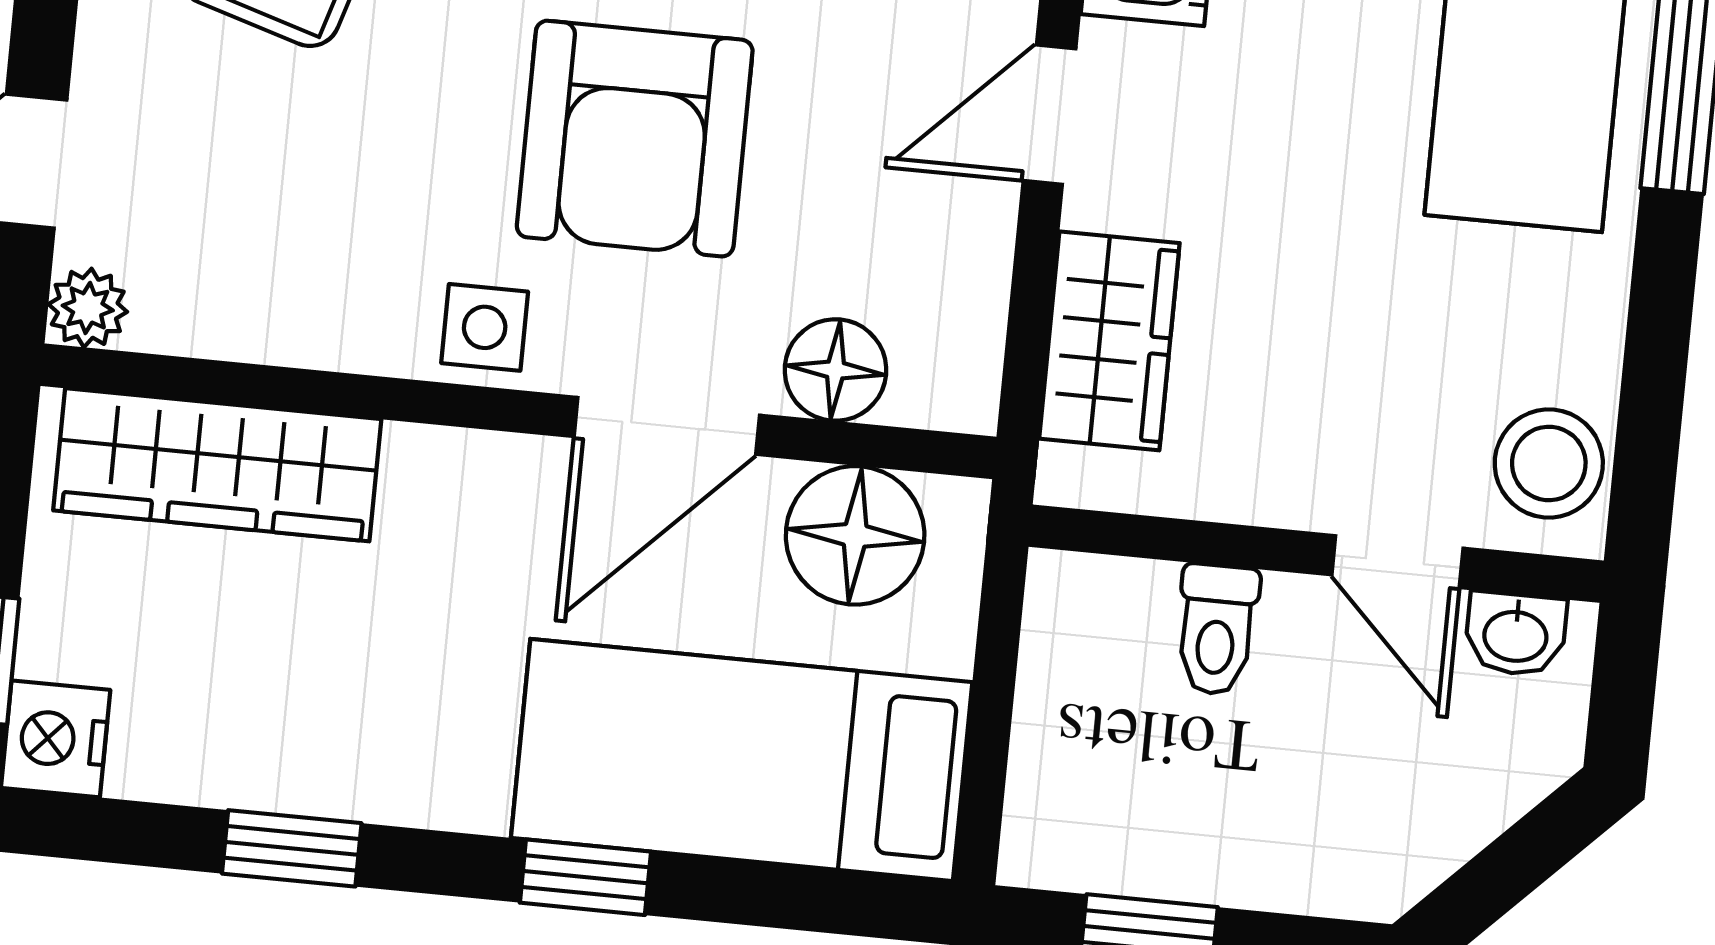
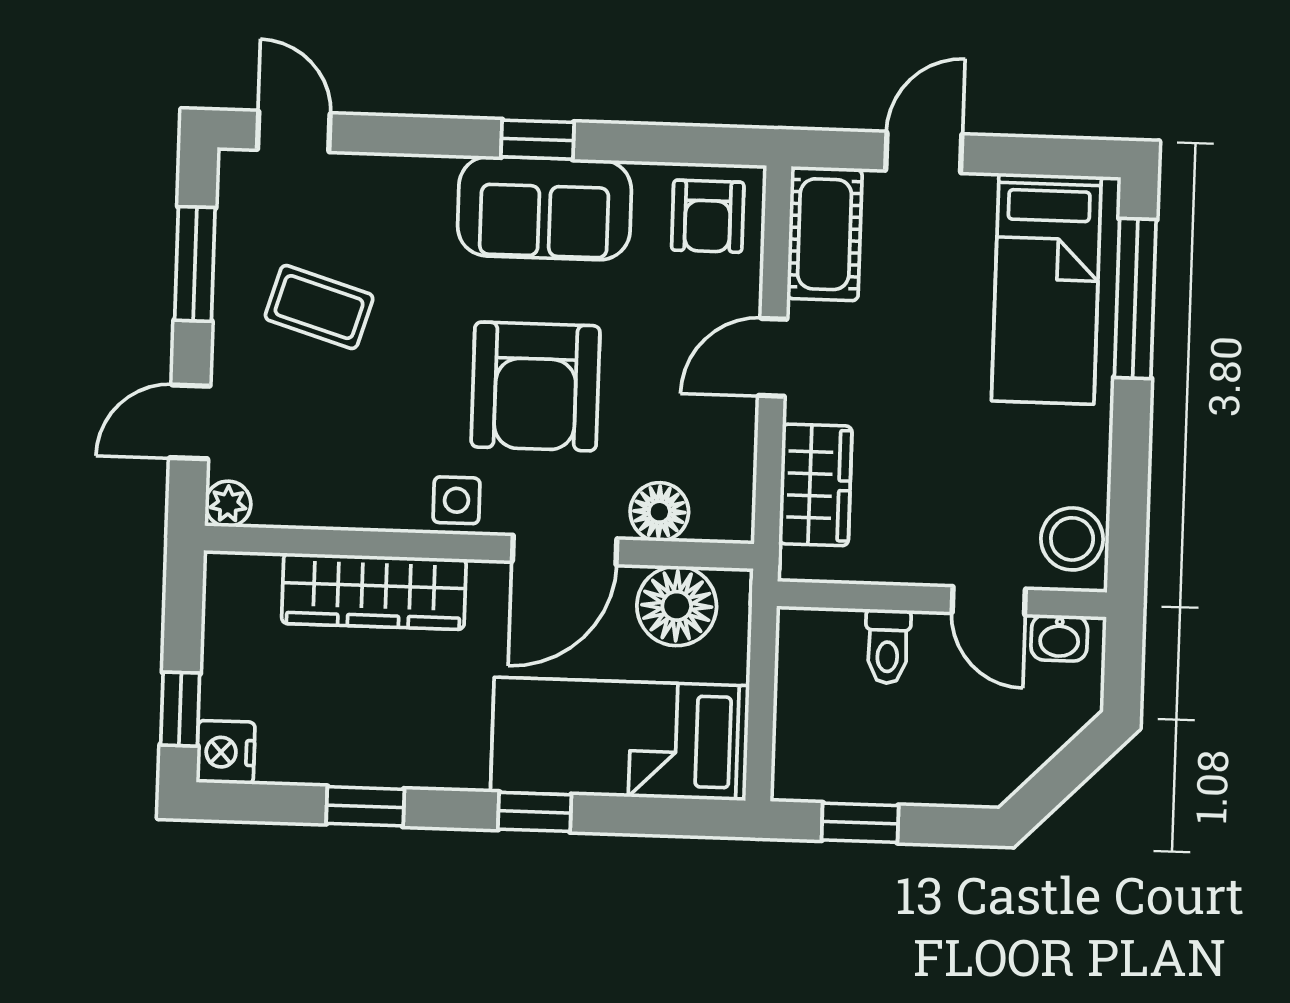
wardrobe: (217, 465) -> (374, 591), moved

